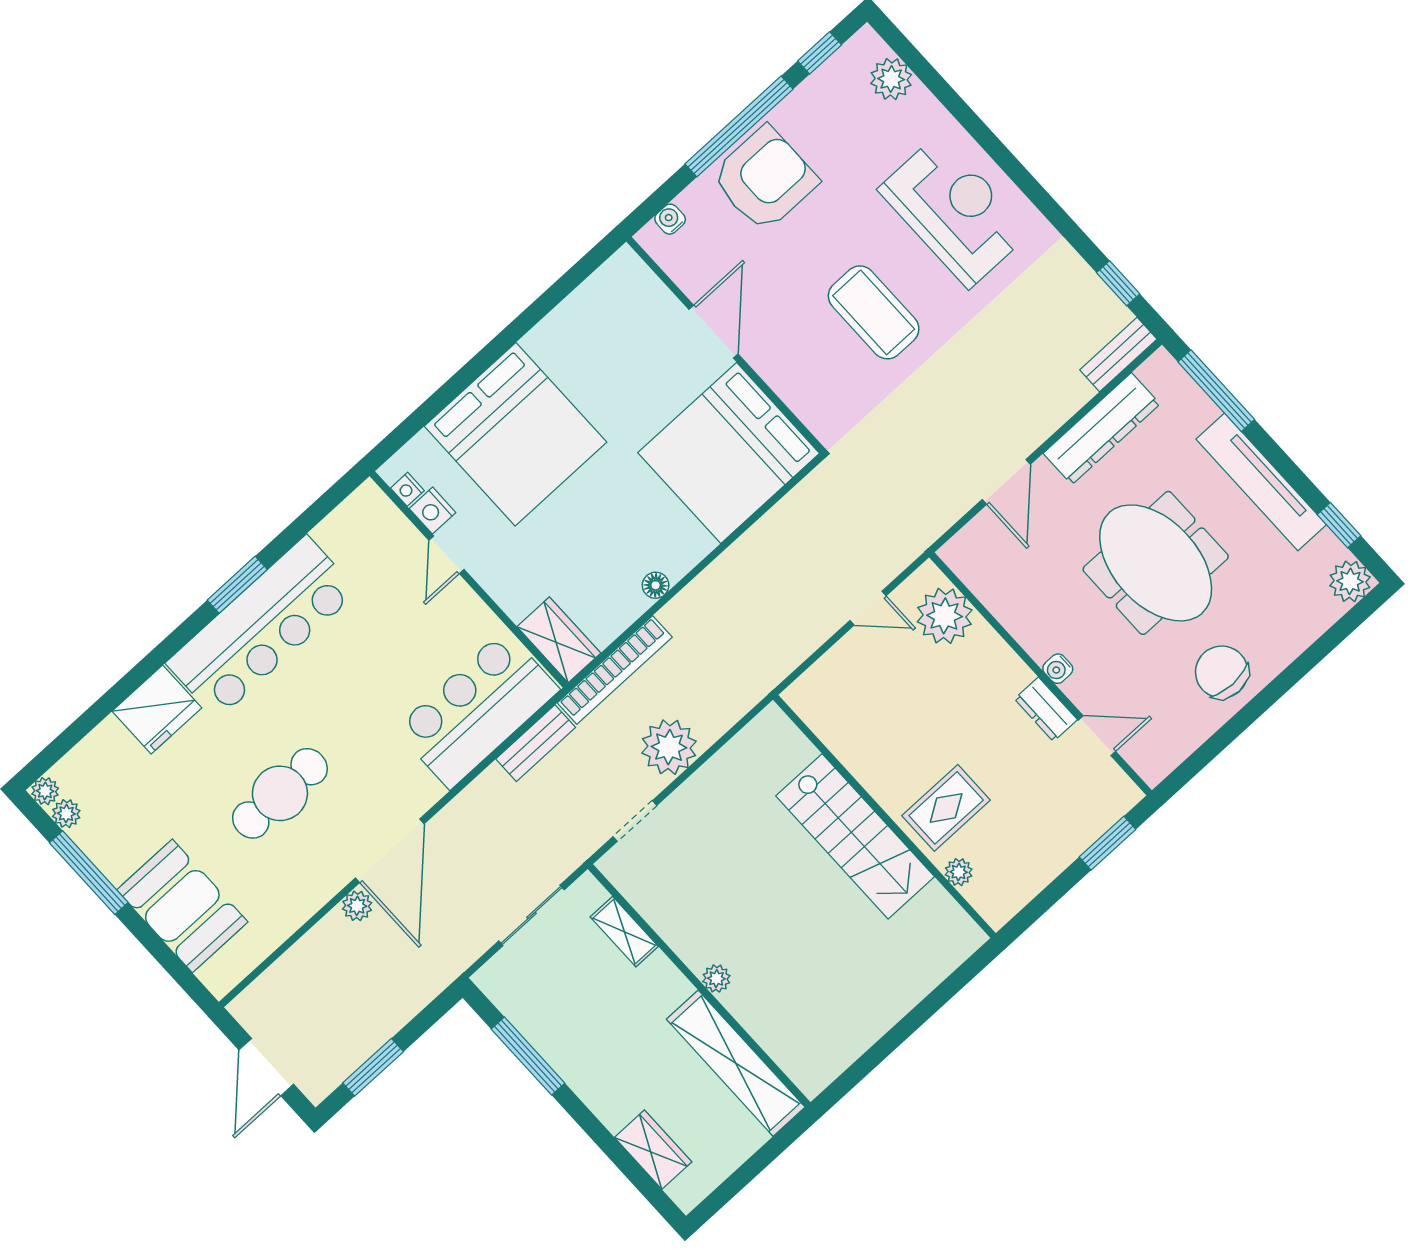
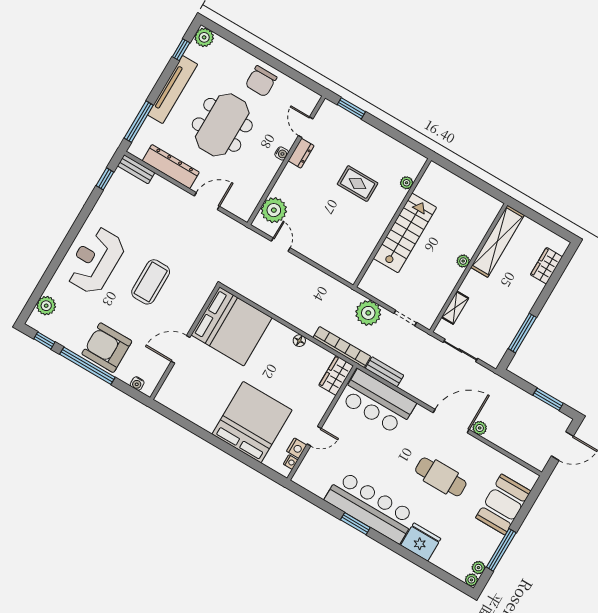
wall: (884, 816) -> (392, 223), moved
stairs: (855, 836) -> (405, 233), moved
plant: (959, 872) -> (407, 183), moved

